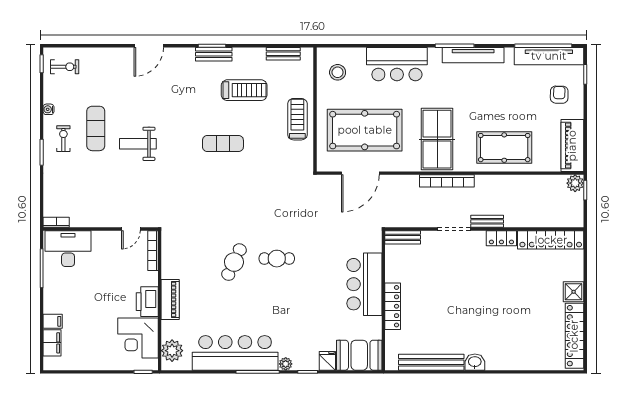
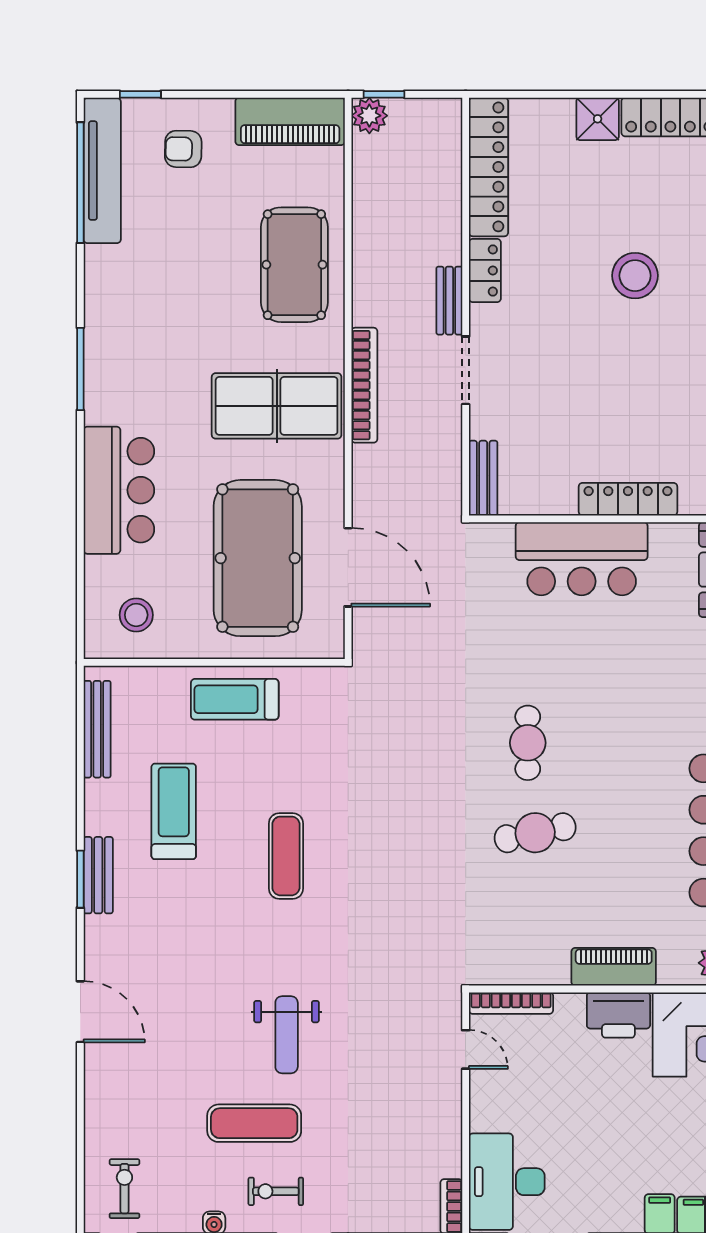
bench: (283, 54) -> (97, 729), width x1.36
tv unit: (473, 55) -> (100, 330), removed
cafe table: (234, 262) -> (535, 833), turned -37
stool: (499, 310) -> (635, 276), added

